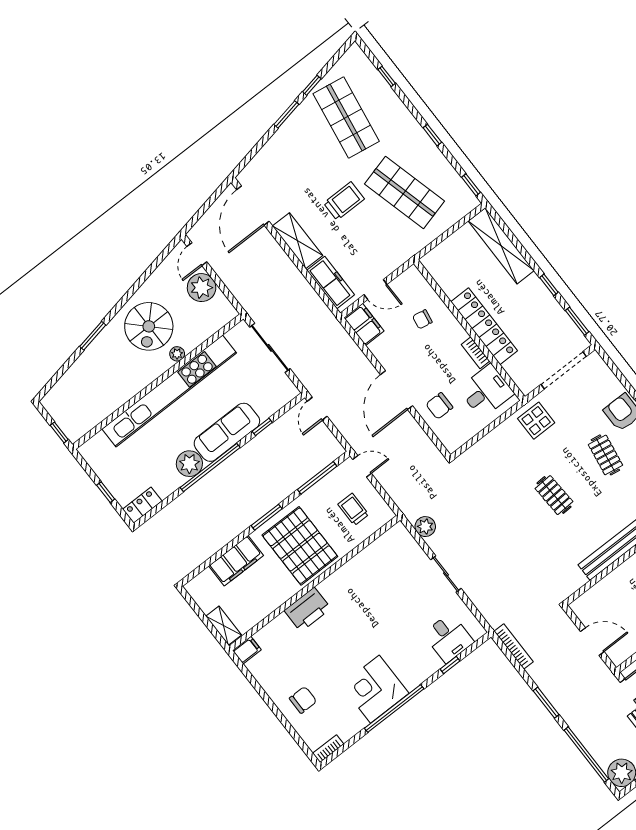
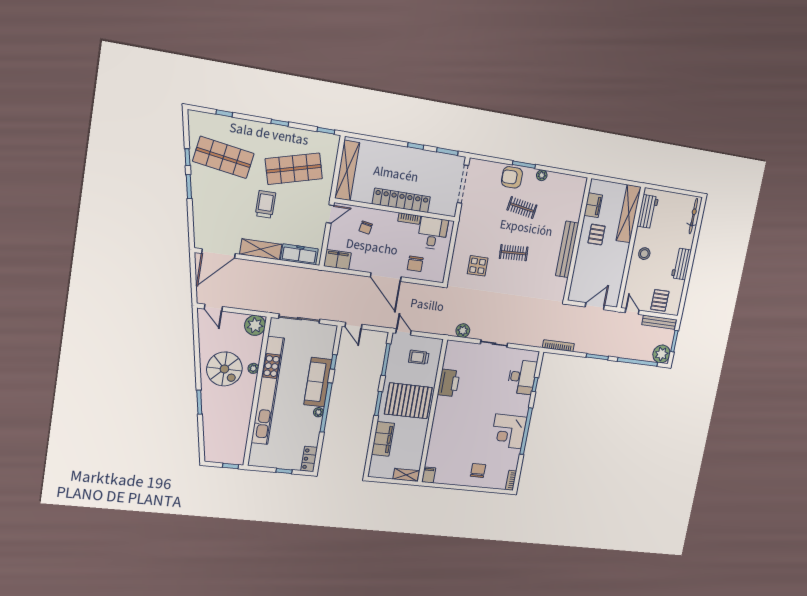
door: (253, 206) -> (218, 253), hinge flipped
shelving: (501, 246) -> (347, 170), moved, turned 90
plant: (202, 288) -> (255, 325), moved
door: (375, 290) -> (330, 214), moved
display table: (536, 421) -> (478, 266), moved
plant: (189, 464) -> (318, 412), width x0.53, depth x0.53
door: (362, 466) -> (404, 332), hinge flipped
printer: (308, 610) -> (449, 383), moved
desk: (448, 638) -> (522, 377), width x1.37

